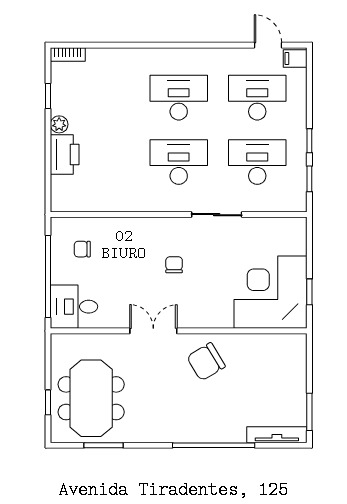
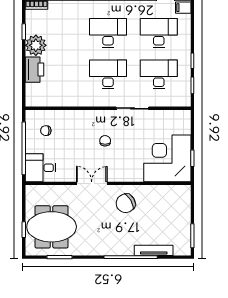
plant: (59, 124) -> (36, 45), width x1.87, depth x1.87
meeting table: (91, 398) -> (52, 227), turned 90
tv unit: (277, 435) -> (154, 250), moved

